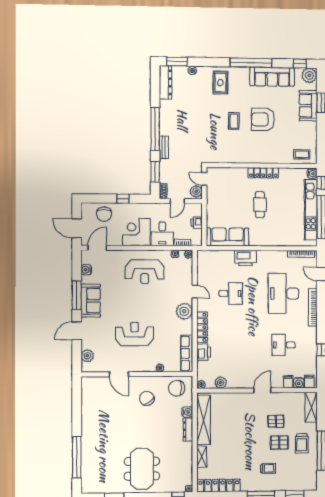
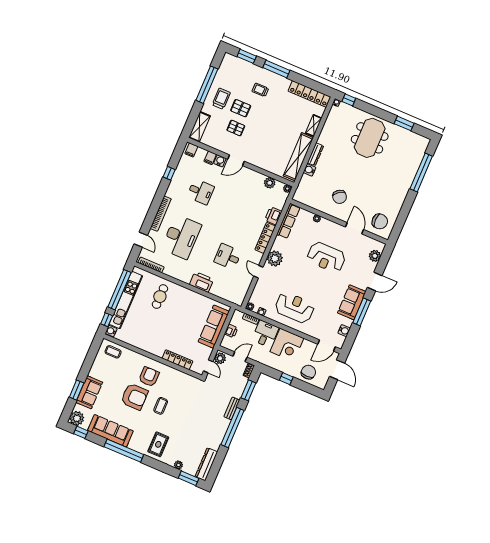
armchair: (257, 145) -> (149, 377), added
locker: (263, 173) -> (177, 360), moved
cafe table: (260, 205) -> (160, 297), moved
sofa: (228, 237) -> (214, 327), moved, turned 90
water cooler: (299, 383) -> (220, 161), moved
chair: (177, 388) -> (380, 221), moved

